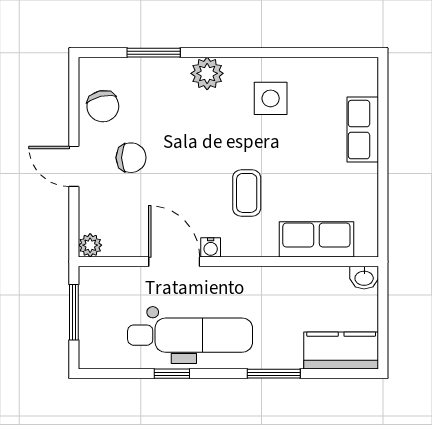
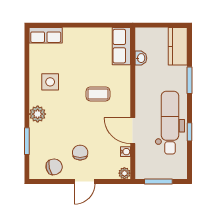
row of seats: (363, 130) -> (46, 35), moved
row of seats: (316, 239) -> (121, 46), moved
water cooler: (211, 247) -> (126, 152), moved
door: (174, 262) -> (133, 131), hinge flipped
washbasin: (364, 278) -> (141, 58), moved

